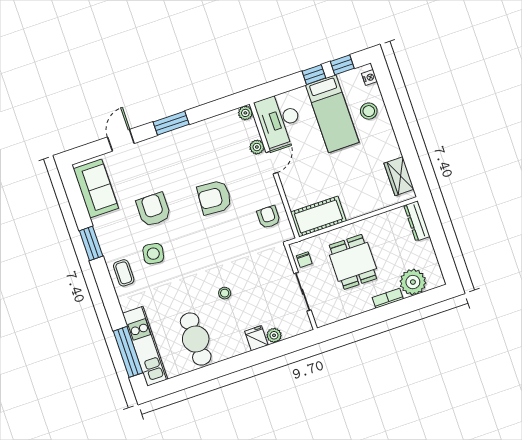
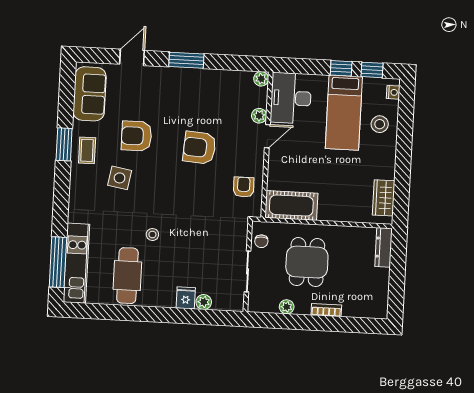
armchair: (153, 210) -> (137, 136), turned -90
coffee table: (124, 273) -> (87, 150), moved
plant: (413, 282) -> (287, 307), moved, width x0.53, depth x0.53
stool: (225, 293) -> (152, 234), moved

